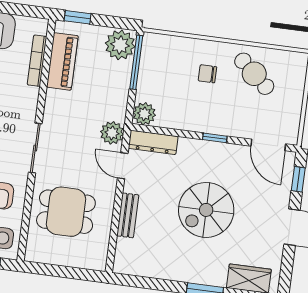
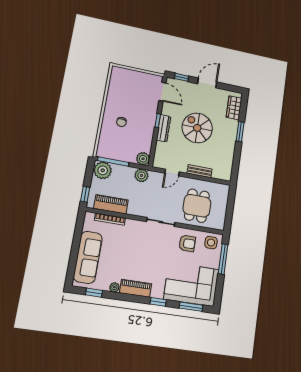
cafe table: (254, 74) -> (122, 96), removed
plant: (112, 133) -> (141, 175), moved
dresser: (153, 142) -> (164, 128), moved
door: (268, 145) -> (162, 92), hinge flipped
spiral stairs: (206, 210) -> (197, 128), turned 180

